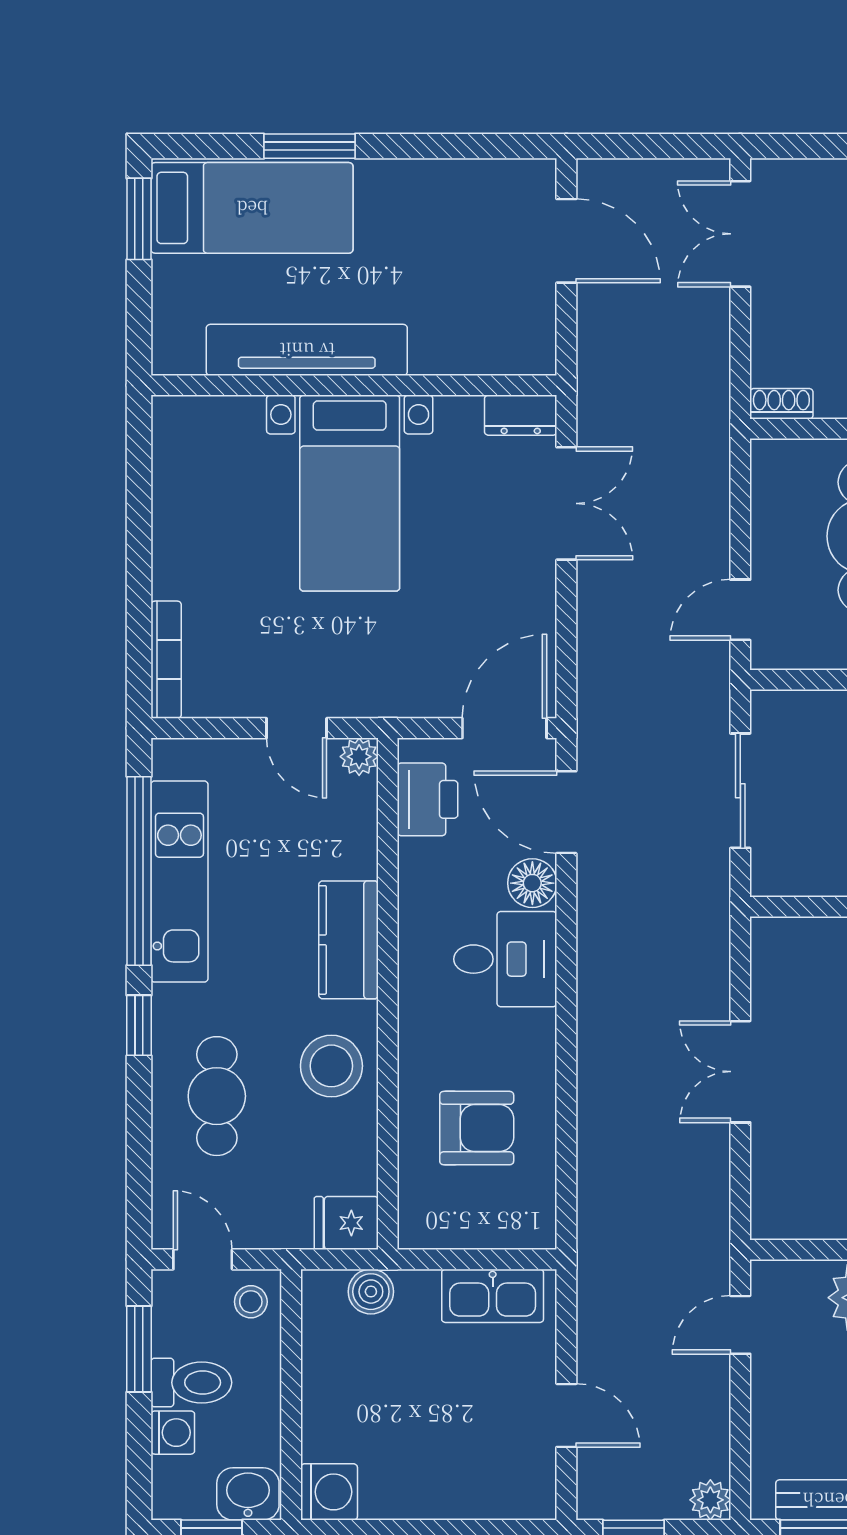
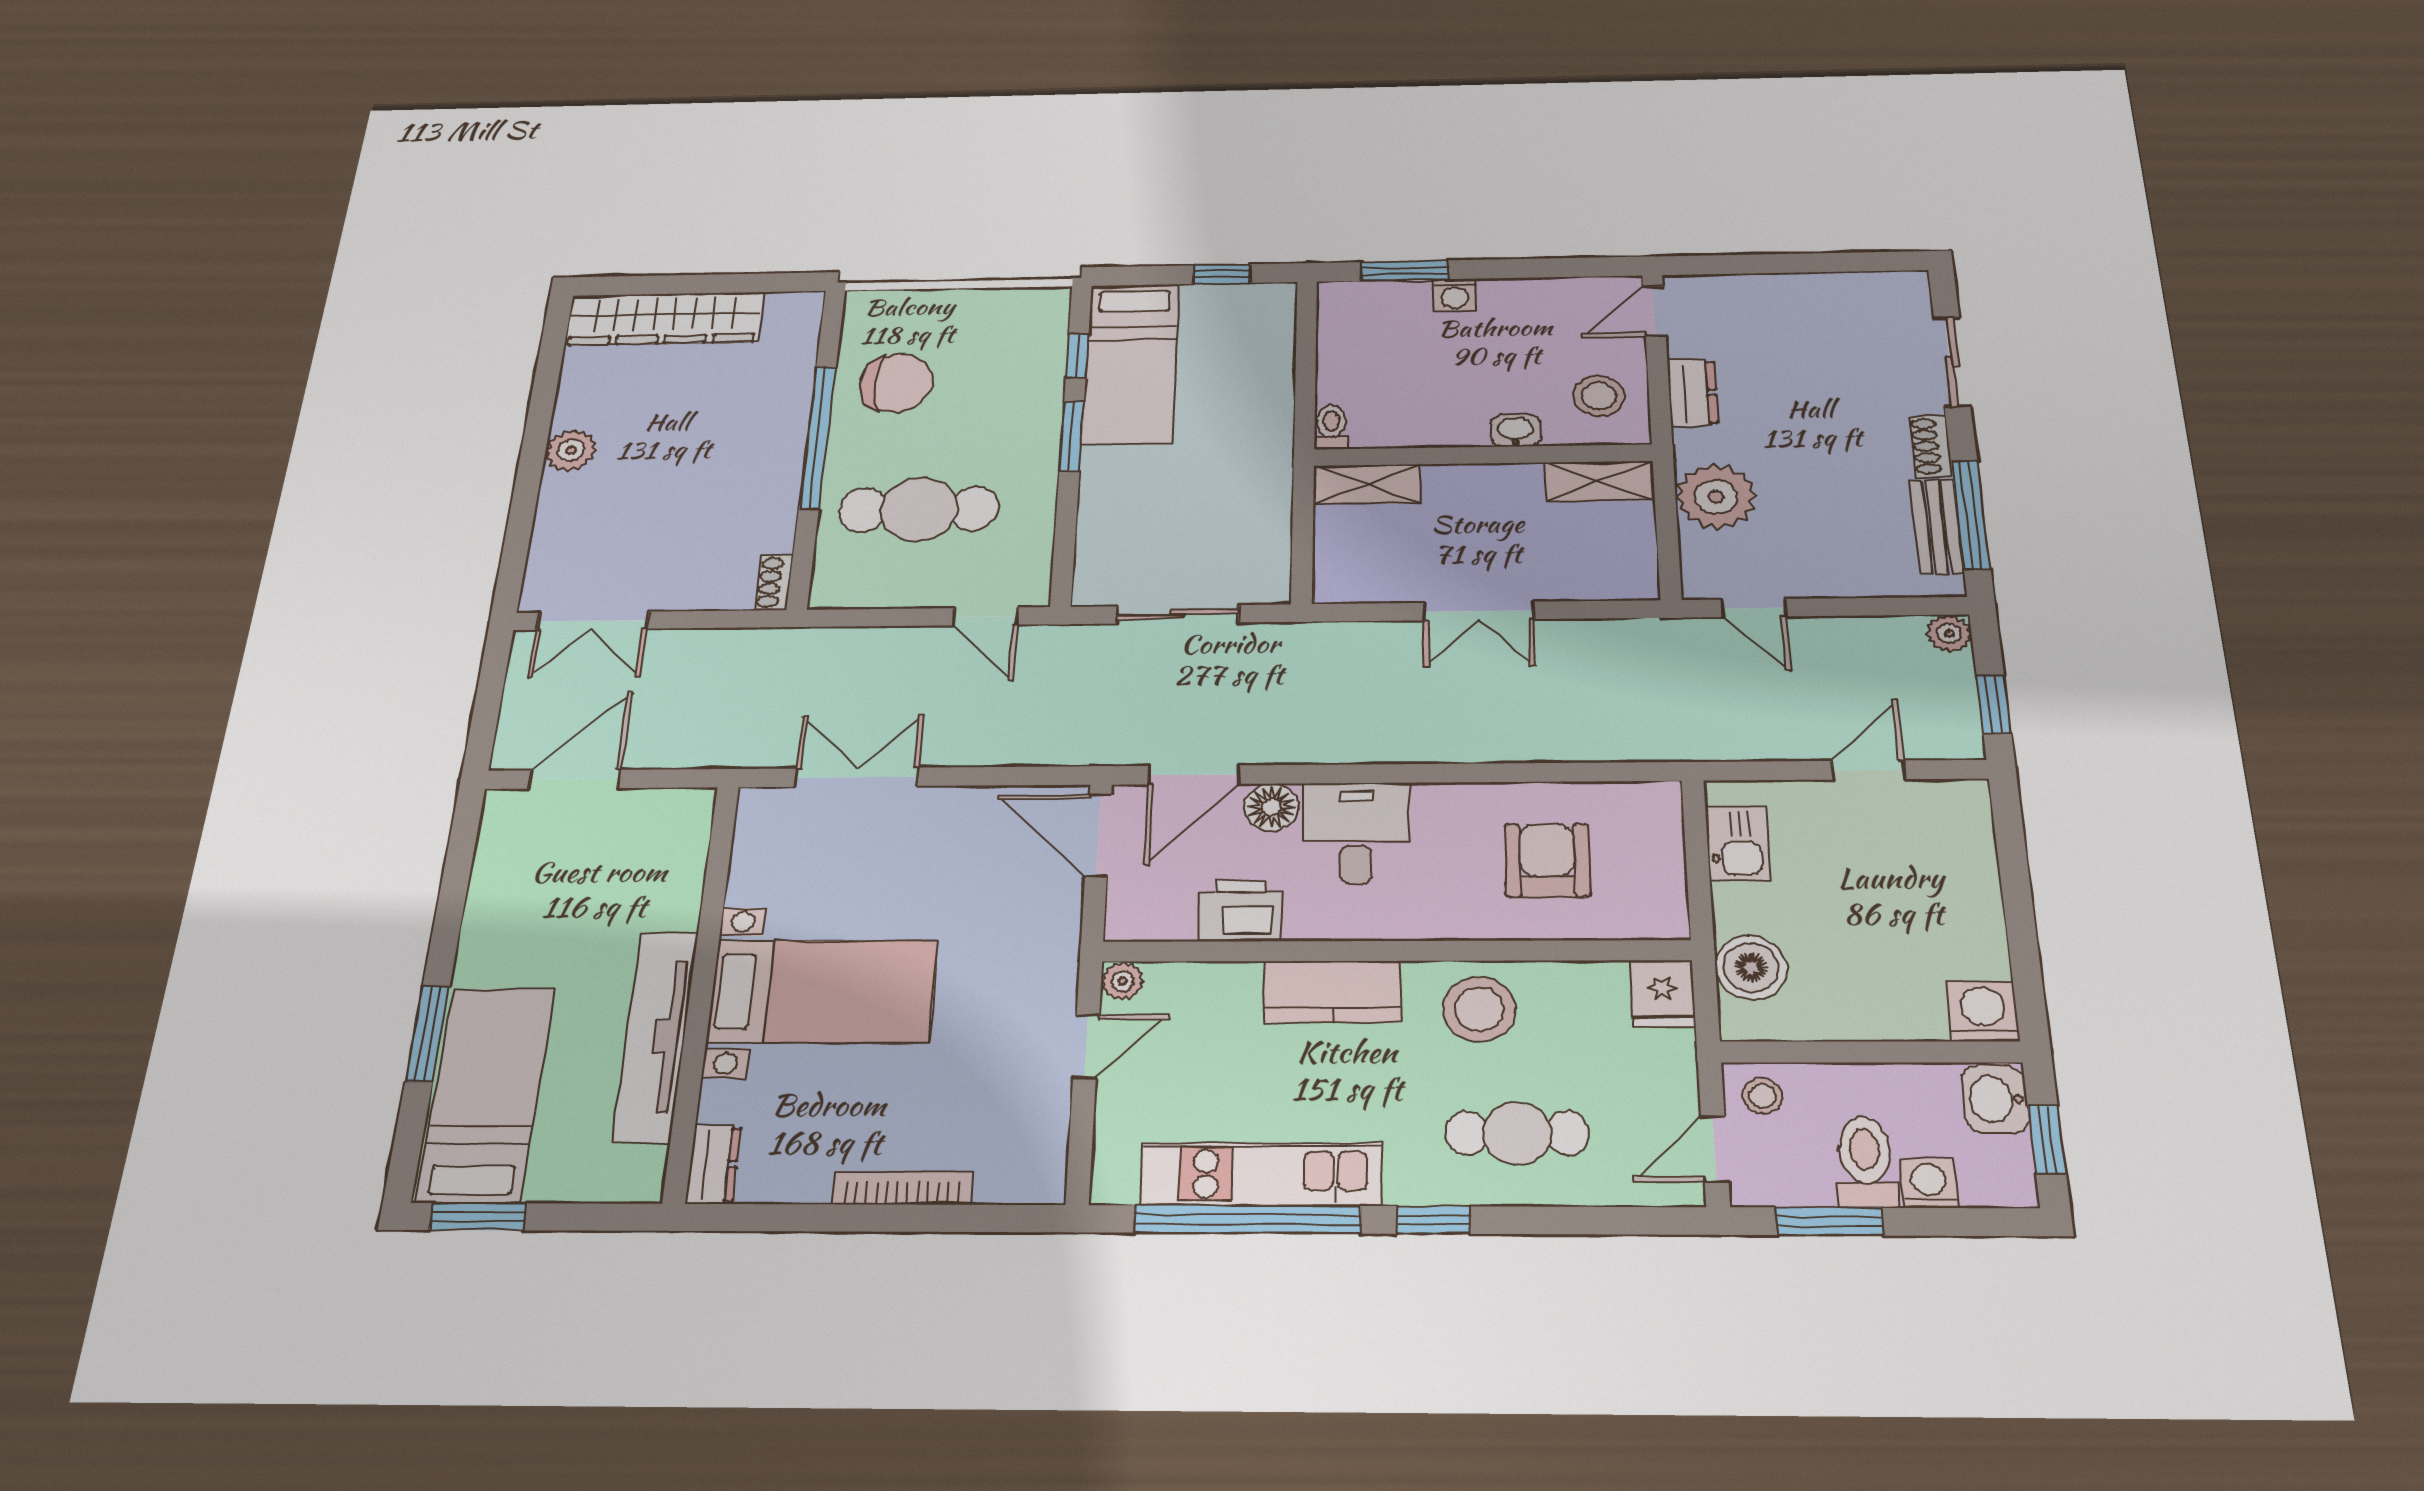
dresser: (521, 415) -> (713, 1164), moved
bookcase: (166, 660) -> (903, 1188), moved
printer: (428, 799) -> (1240, 911), moved
boiler: (371, 1292) -> (1751, 967), width x1.36, depth x1.36
kitchen sink: (493, 1296) -> (1738, 843), width x0.73

